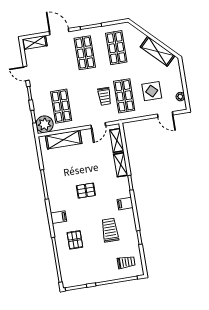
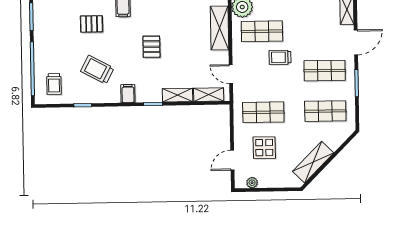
trolley: (104, 96) -> (280, 57), moved
trolley: (110, 230) -> (97, 70), turned -152

